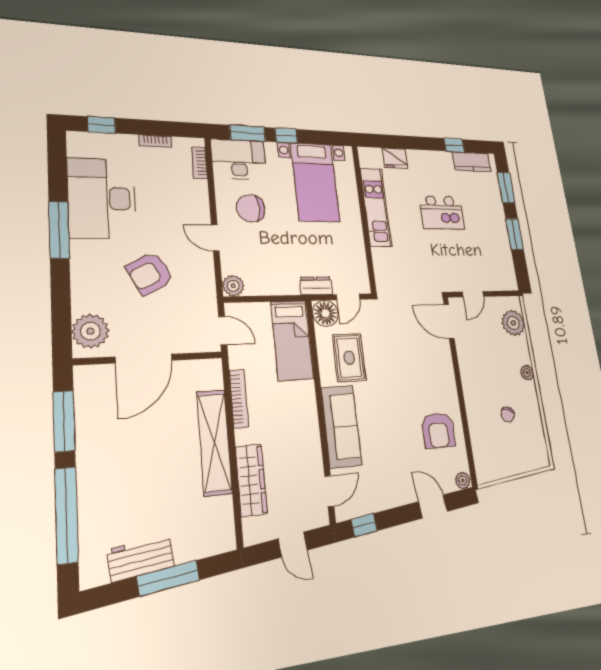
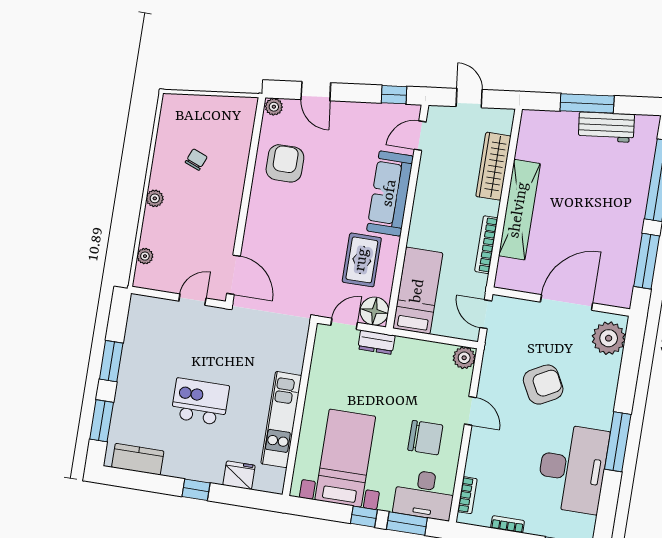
window: (454, 145) -> (196, 490), moved
plant: (513, 323) -> (145, 256), width x0.53, depth x0.53

